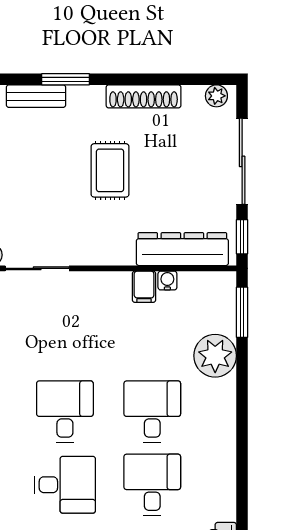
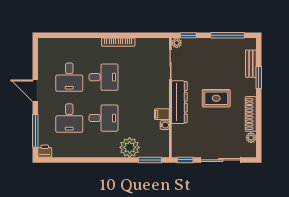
plant: (216, 96) -> (251, 138), moved
dresser: (182, 249) -> (179, 102), moved
desk: (152, 485) -> (69, 118), turned 90

